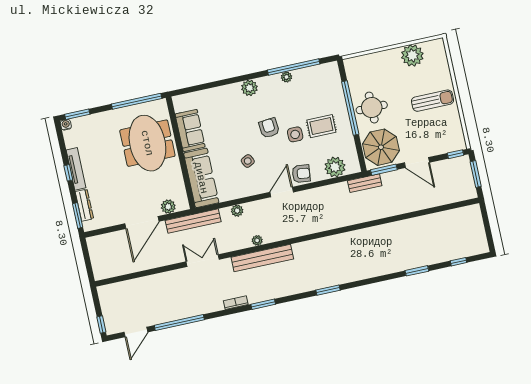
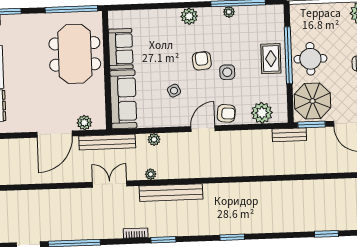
rug: (321, 126) -> (271, 59), moved, turned 90
plant: (257, 240) -> (151, 174), moved

